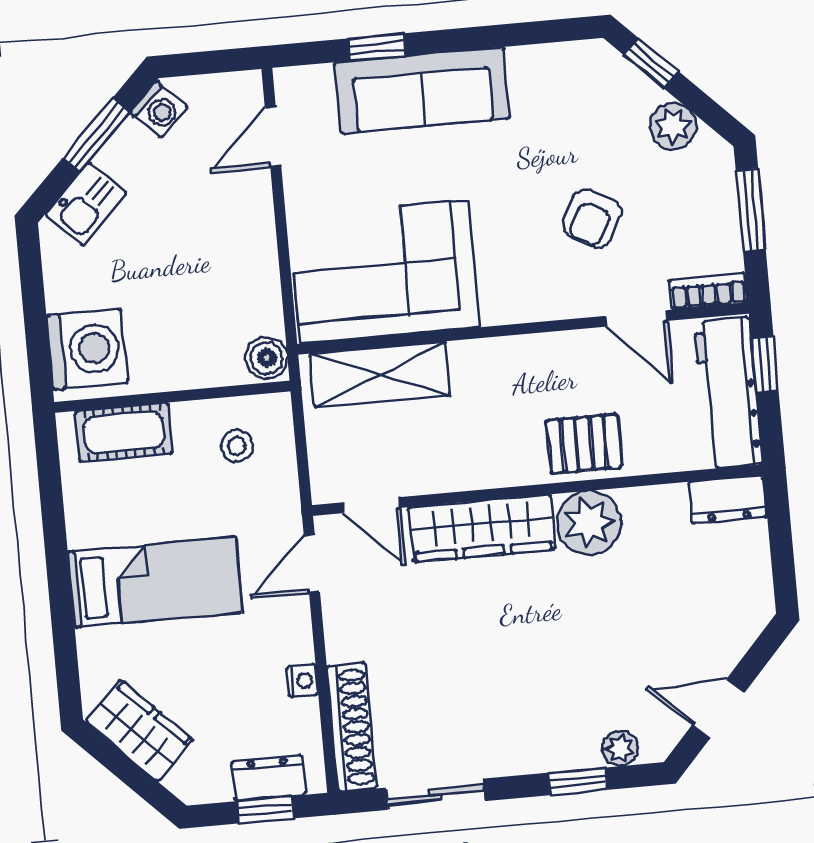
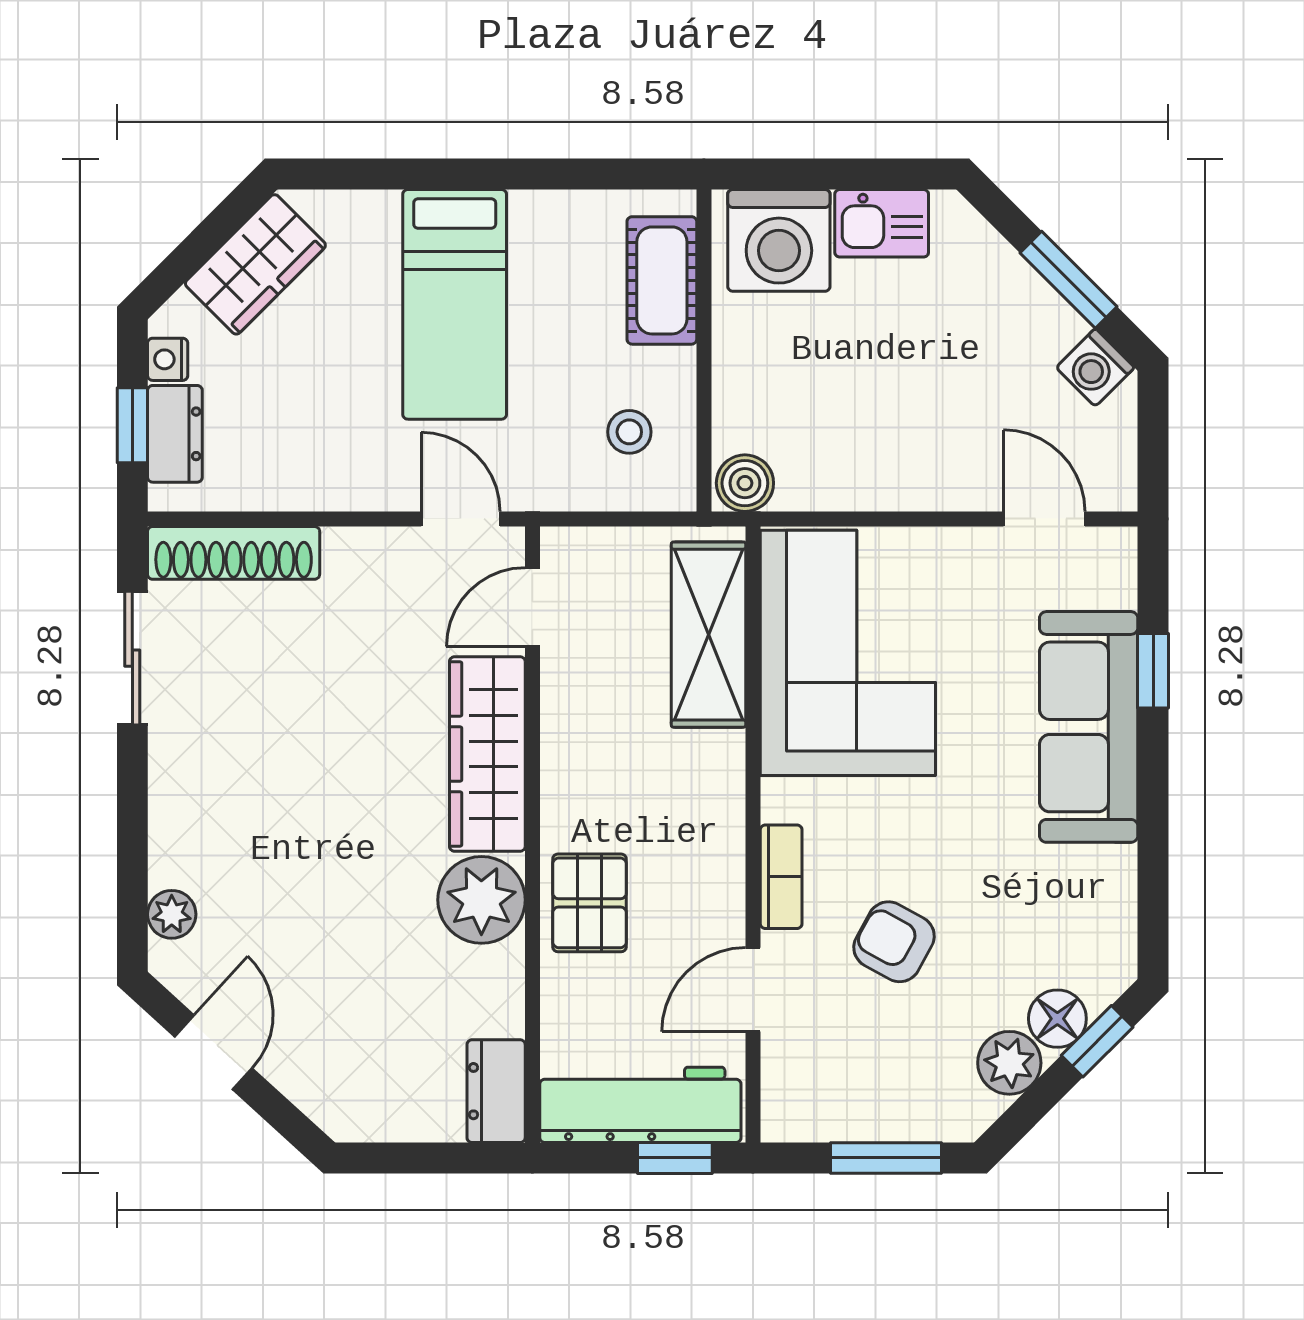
floor lamp: (637, 94) -> (1057, 1019), added
kitchen sink: (86, 204) -> (882, 223), moved, turned -45
bookcase: (709, 291) -> (781, 877), moved
nightstand: (302, 681) -> (168, 359), moved, turned 90
window: (578, 781) -> (132, 853), removed

